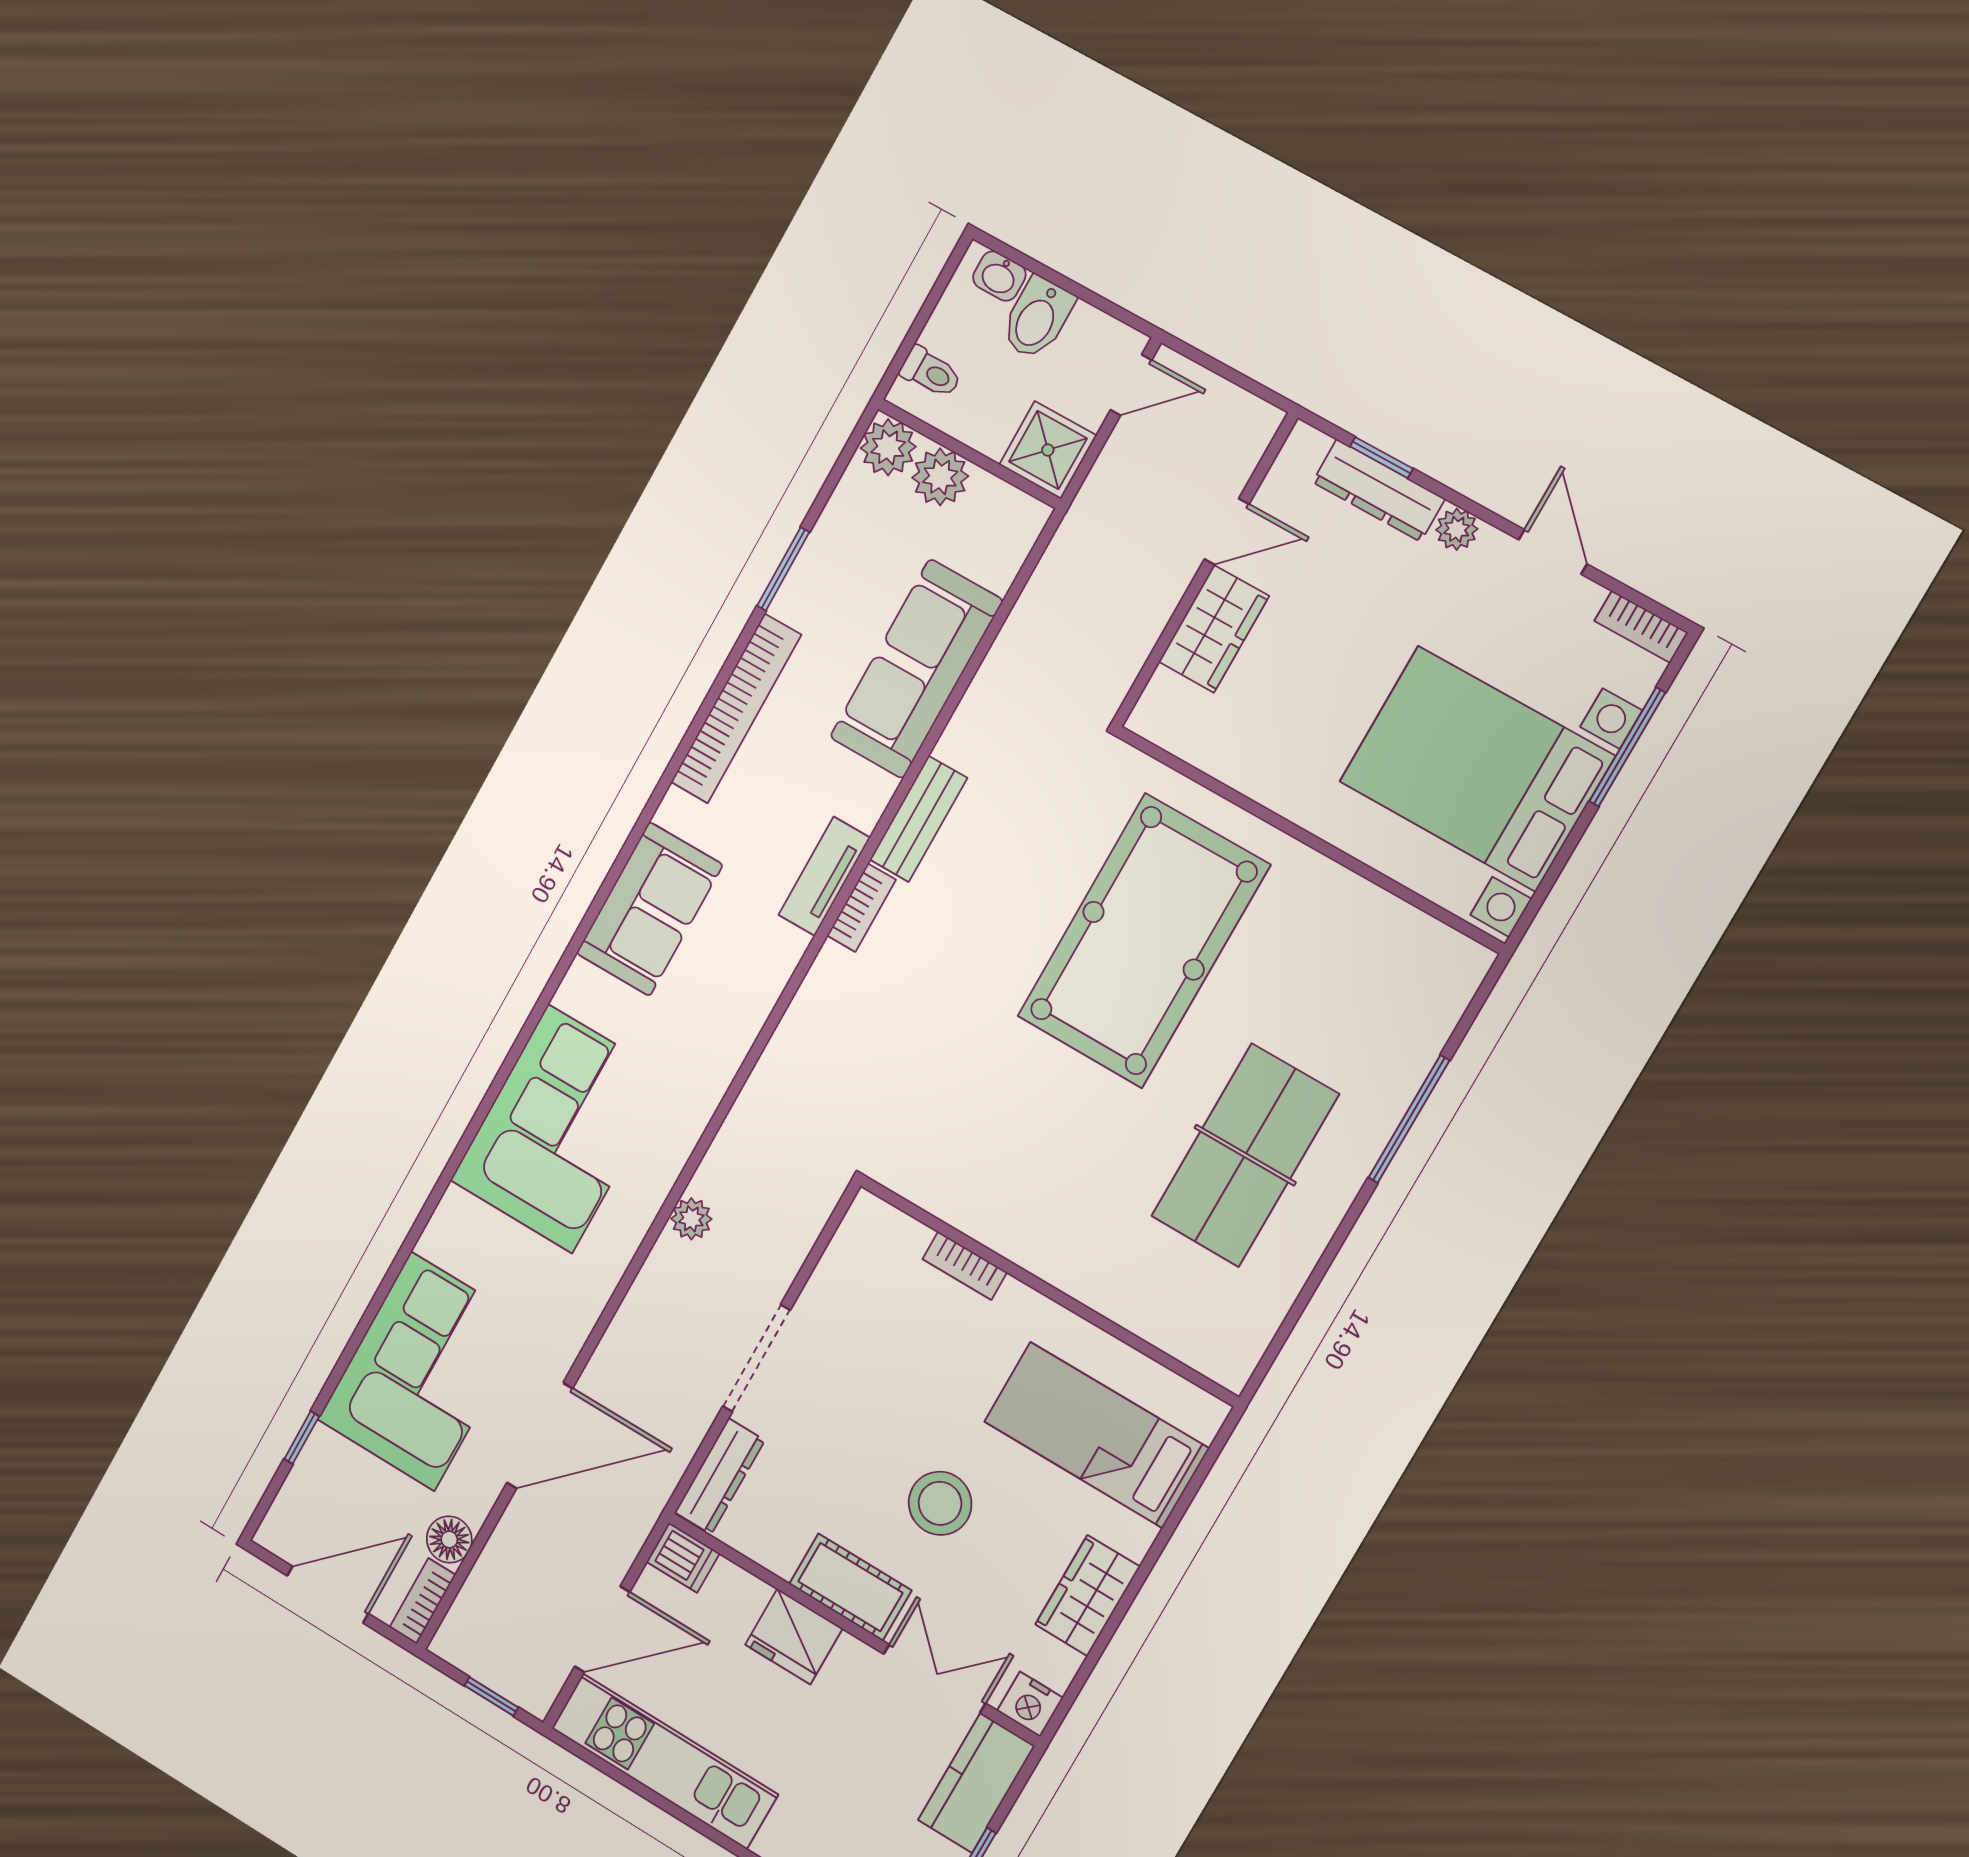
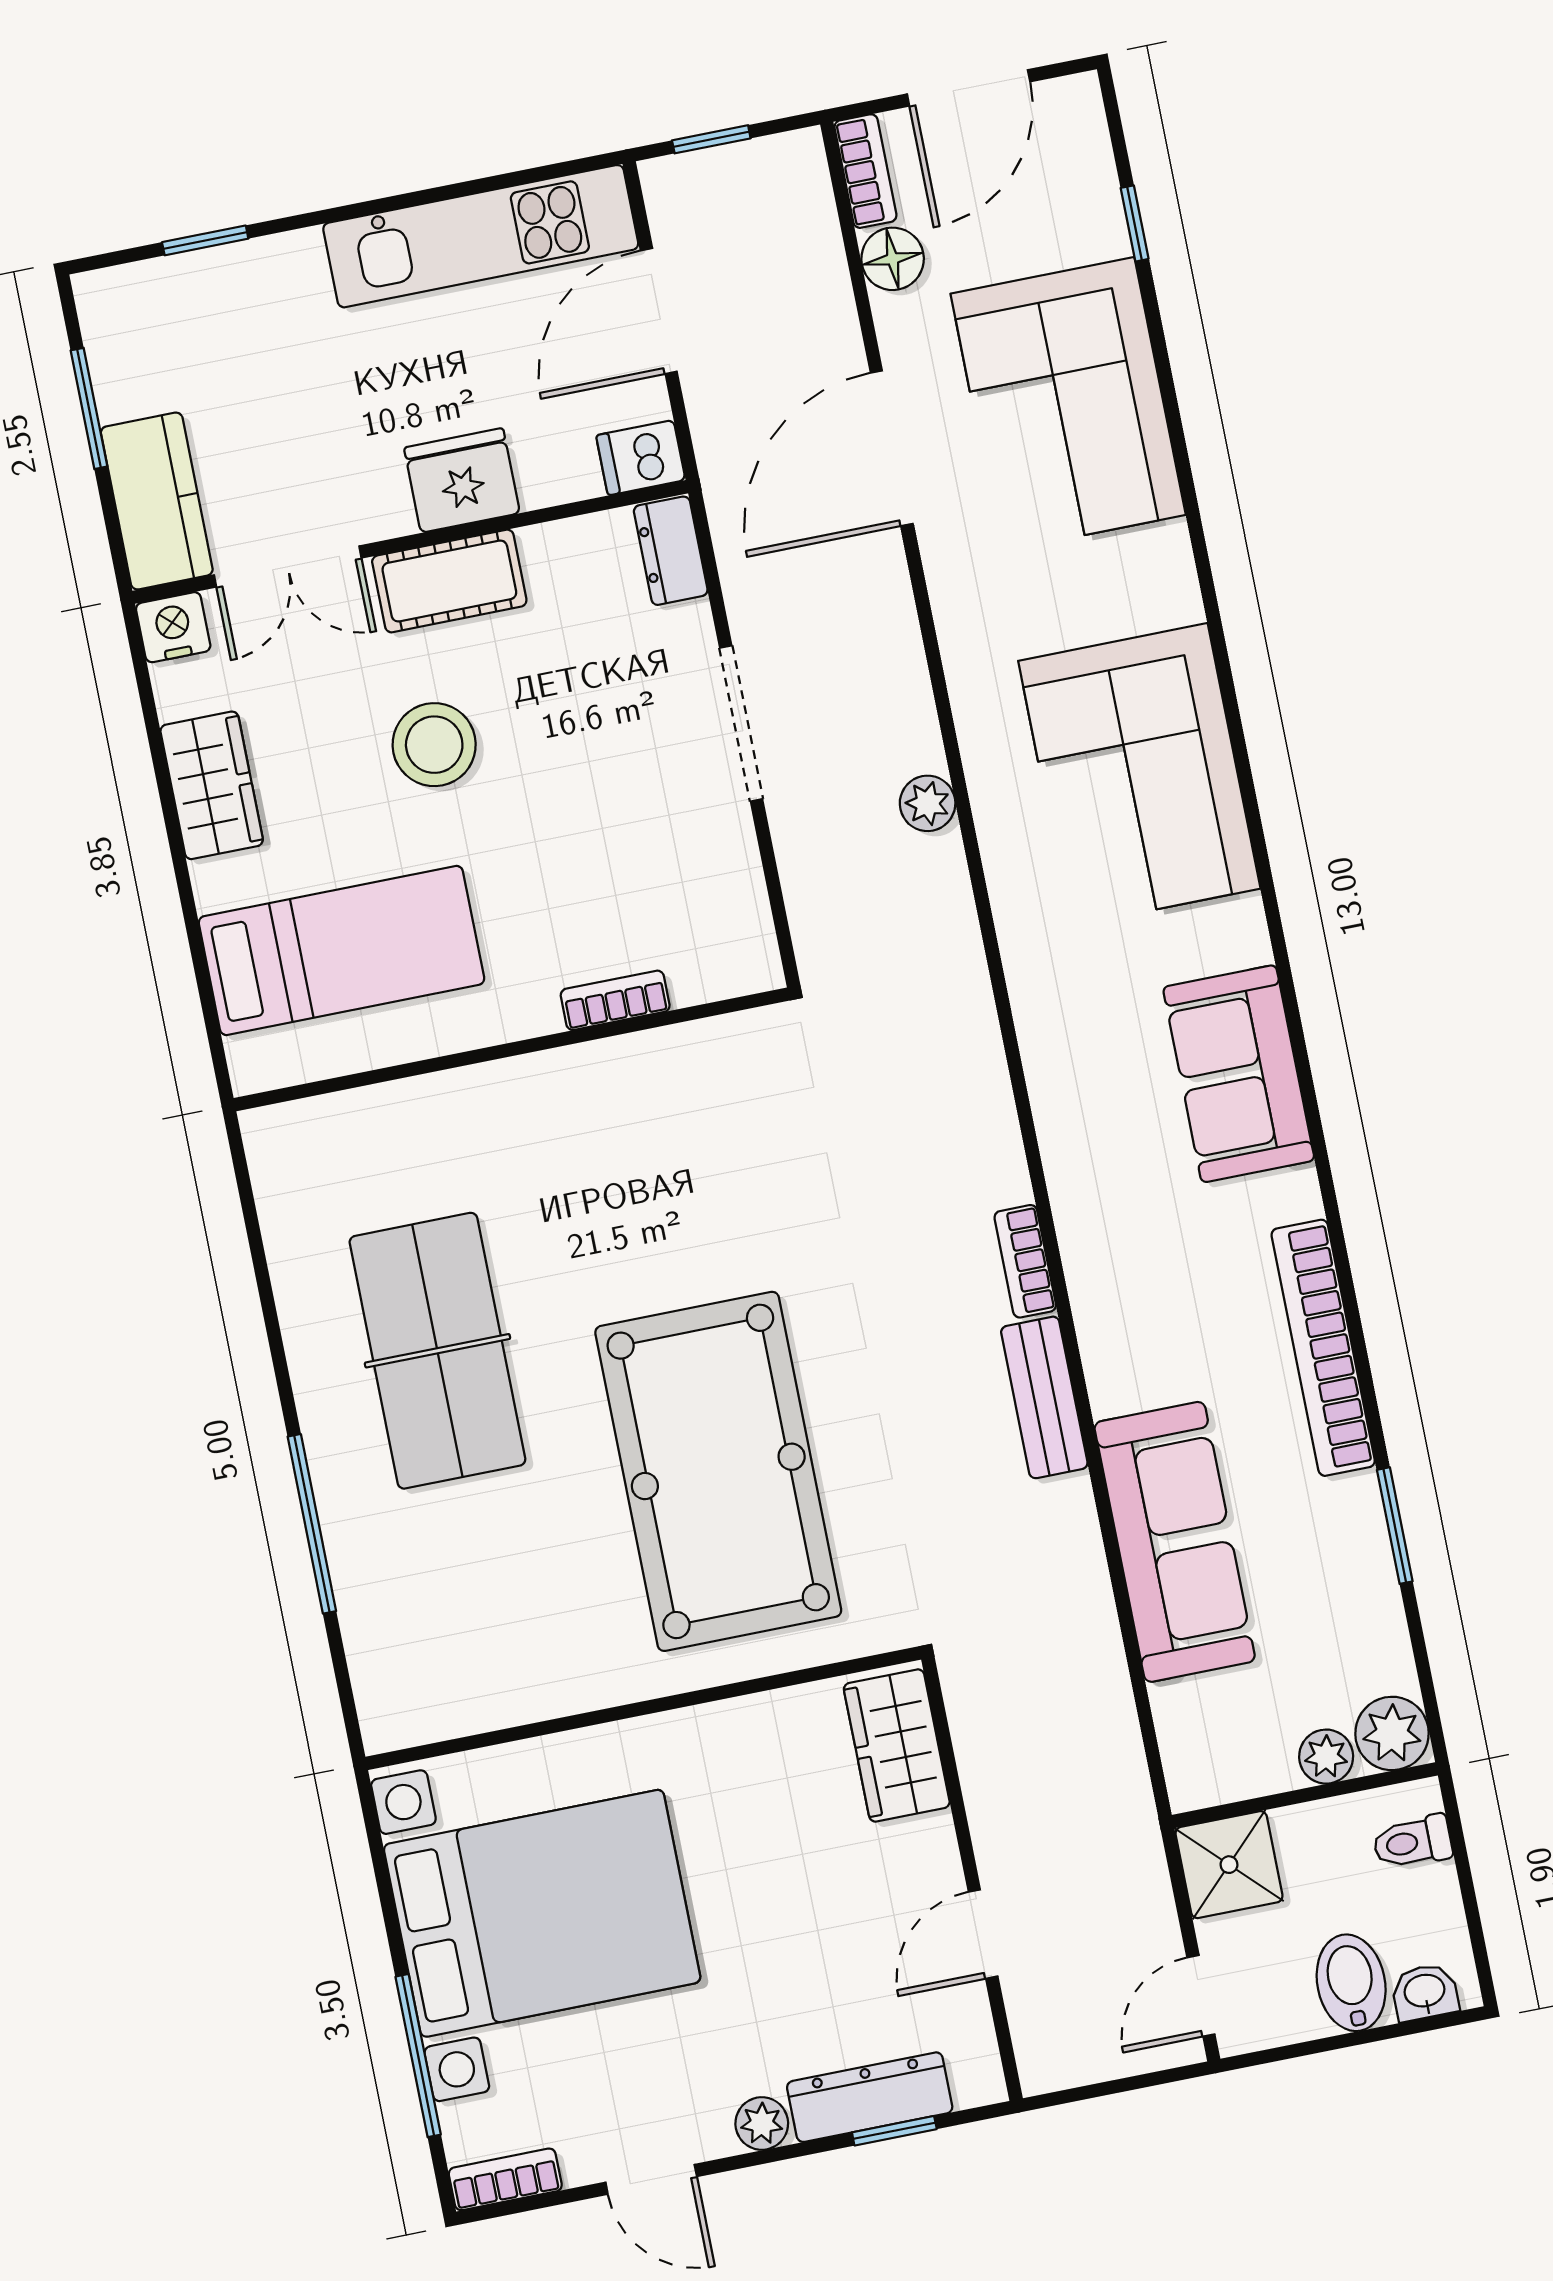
plant: (940, 477) -> (1326, 1757), width x0.73, depth x0.73
wardrobe: (1214, 629) -> (897, 1746), moved
tv unit: (824, 876) -> (1089, 1260), removed
dresser: (720, 1476) -> (671, 551), width x0.70

